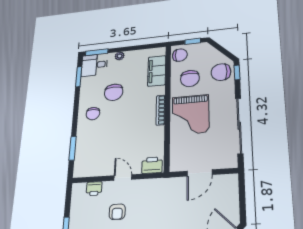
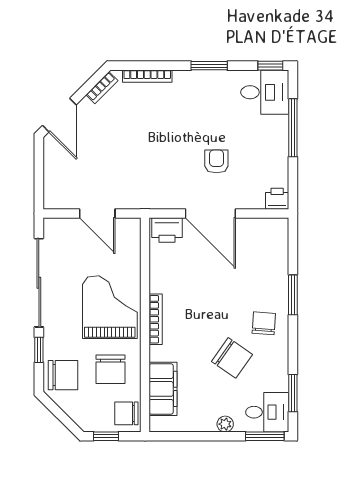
window: (237, 72) -> (39, 350), moved
chair: (190, 79) -> (111, 369), turned 180
chair: (114, 92) -> (232, 358), turned 125
window: (73, 148) -> (293, 295), moved
door: (200, 173) -> (97, 213), swing flipped
door: (123, 178) -> (210, 213), width x1.88
printer: (94, 189) -> (277, 199), moved

